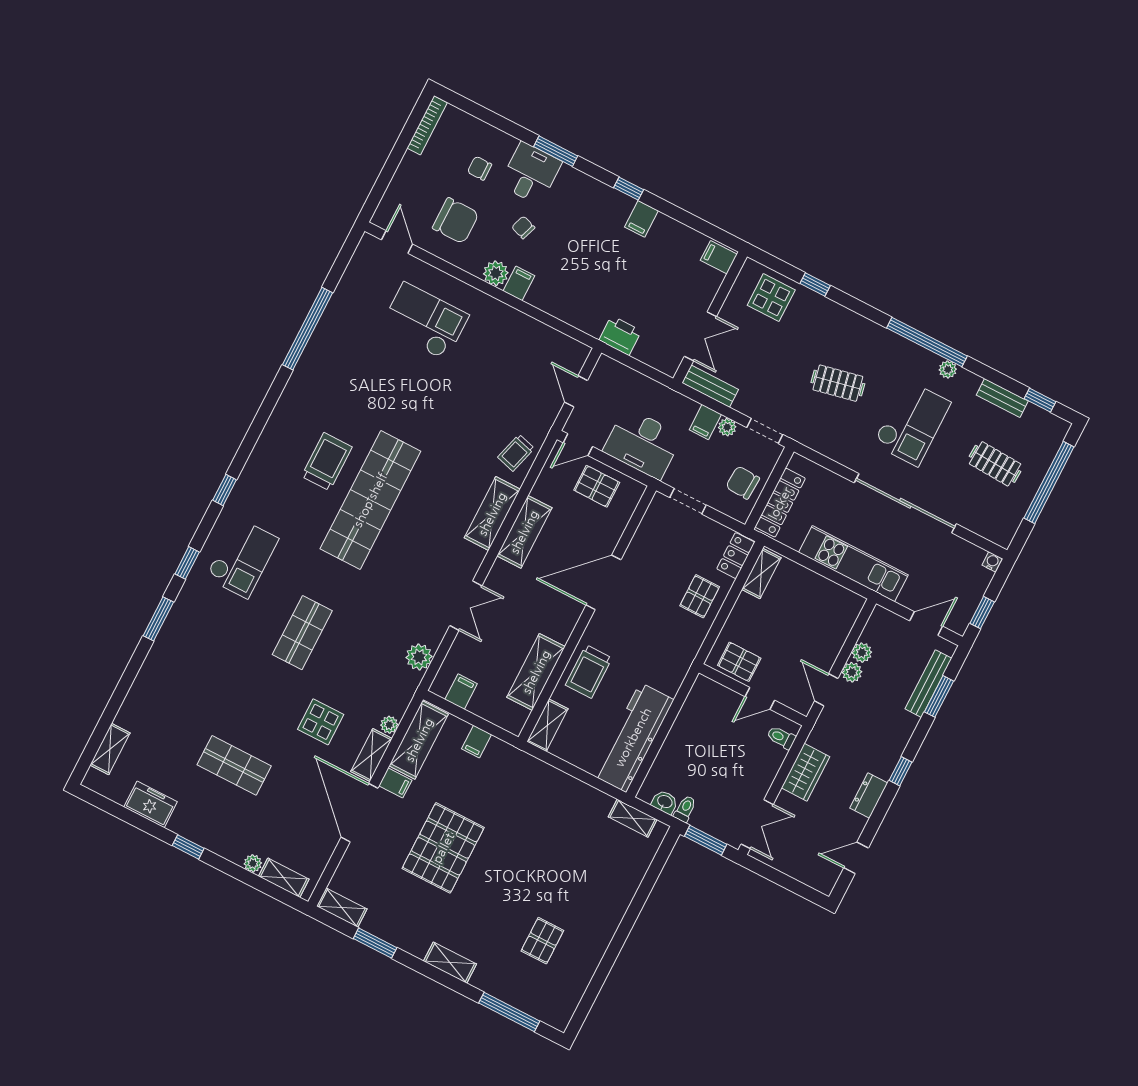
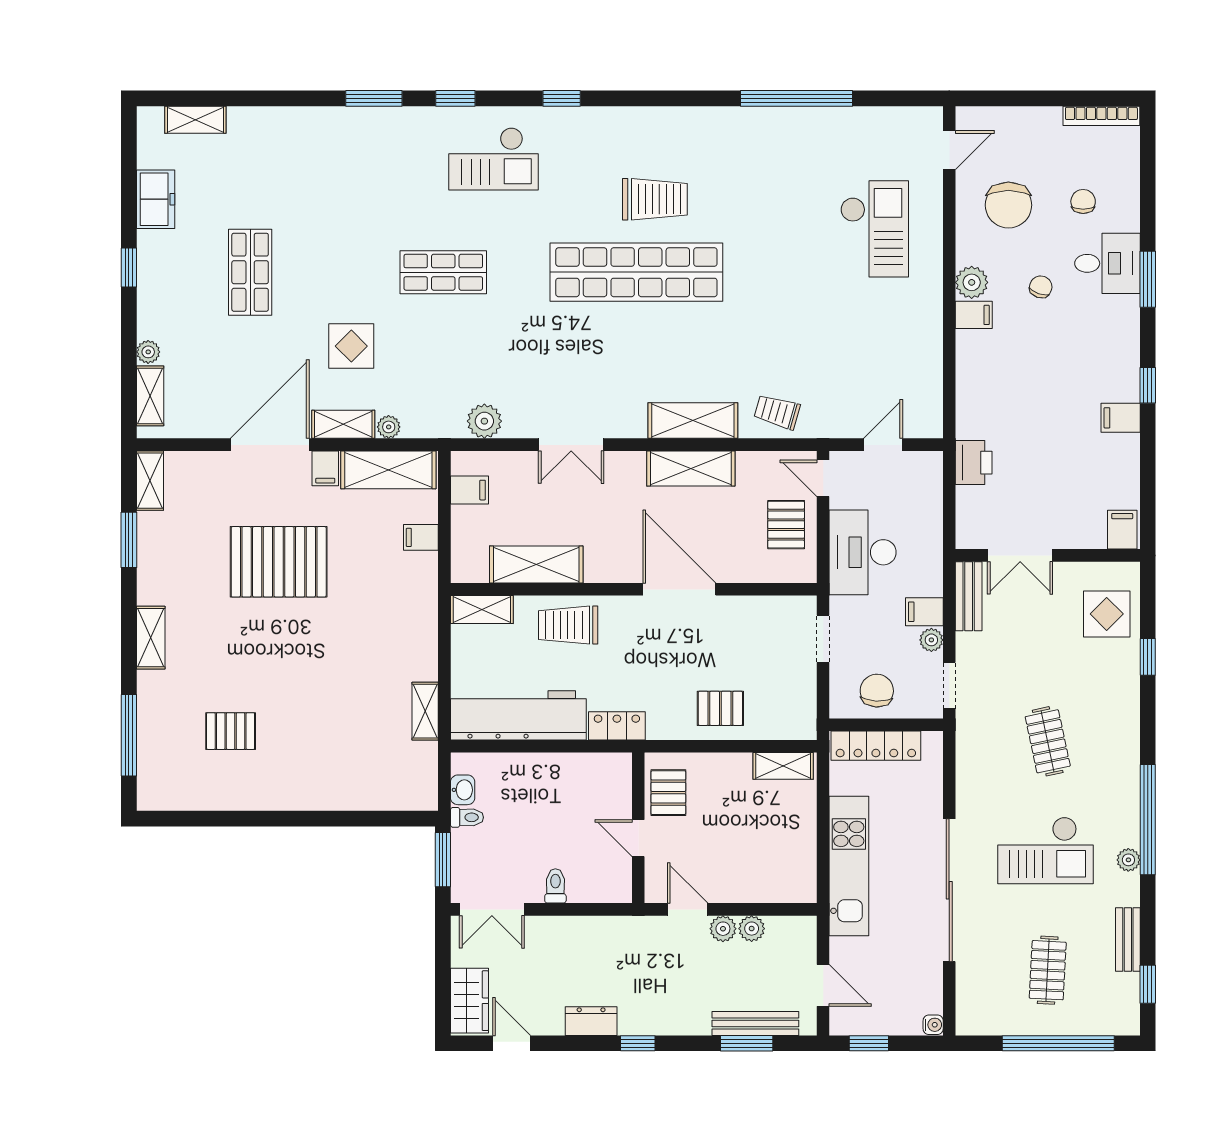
locker: (736, 556) -> (617, 726), moved
door: (826, 690) -> (688, 909), hinge flipped
toilet: (781, 737) -> (555, 886), moved
wardrobe: (805, 772) -> (469, 1001), moved, turned -90
shelving: (633, 818) -> (425, 711), moved

